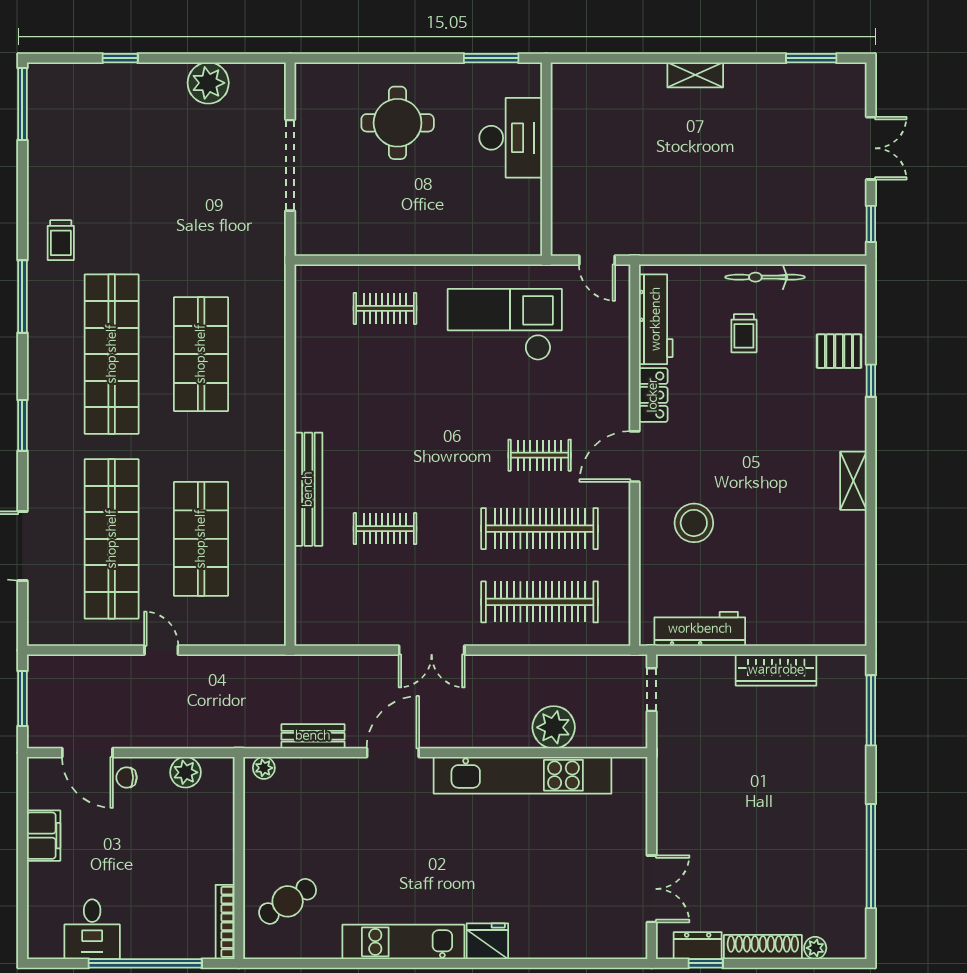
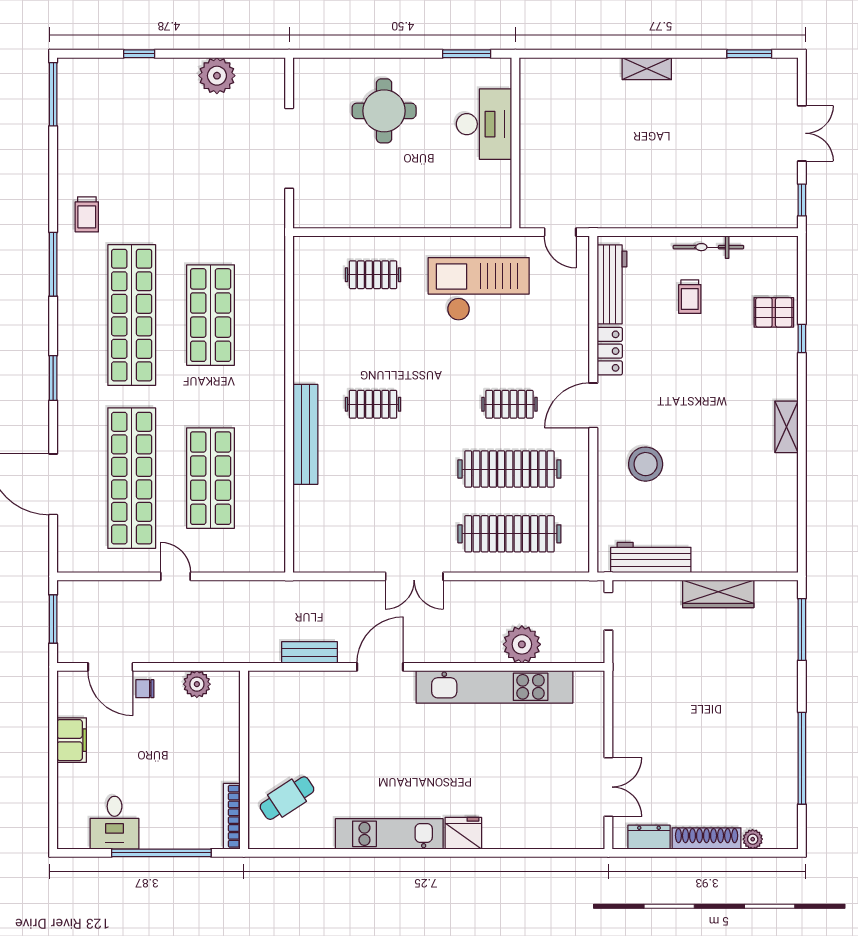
clothes rail: (385, 529) -> (373, 404), moved
plant: (264, 768) -> (266, 680), removed
window: (706, 963) -> (656, 853), removed

